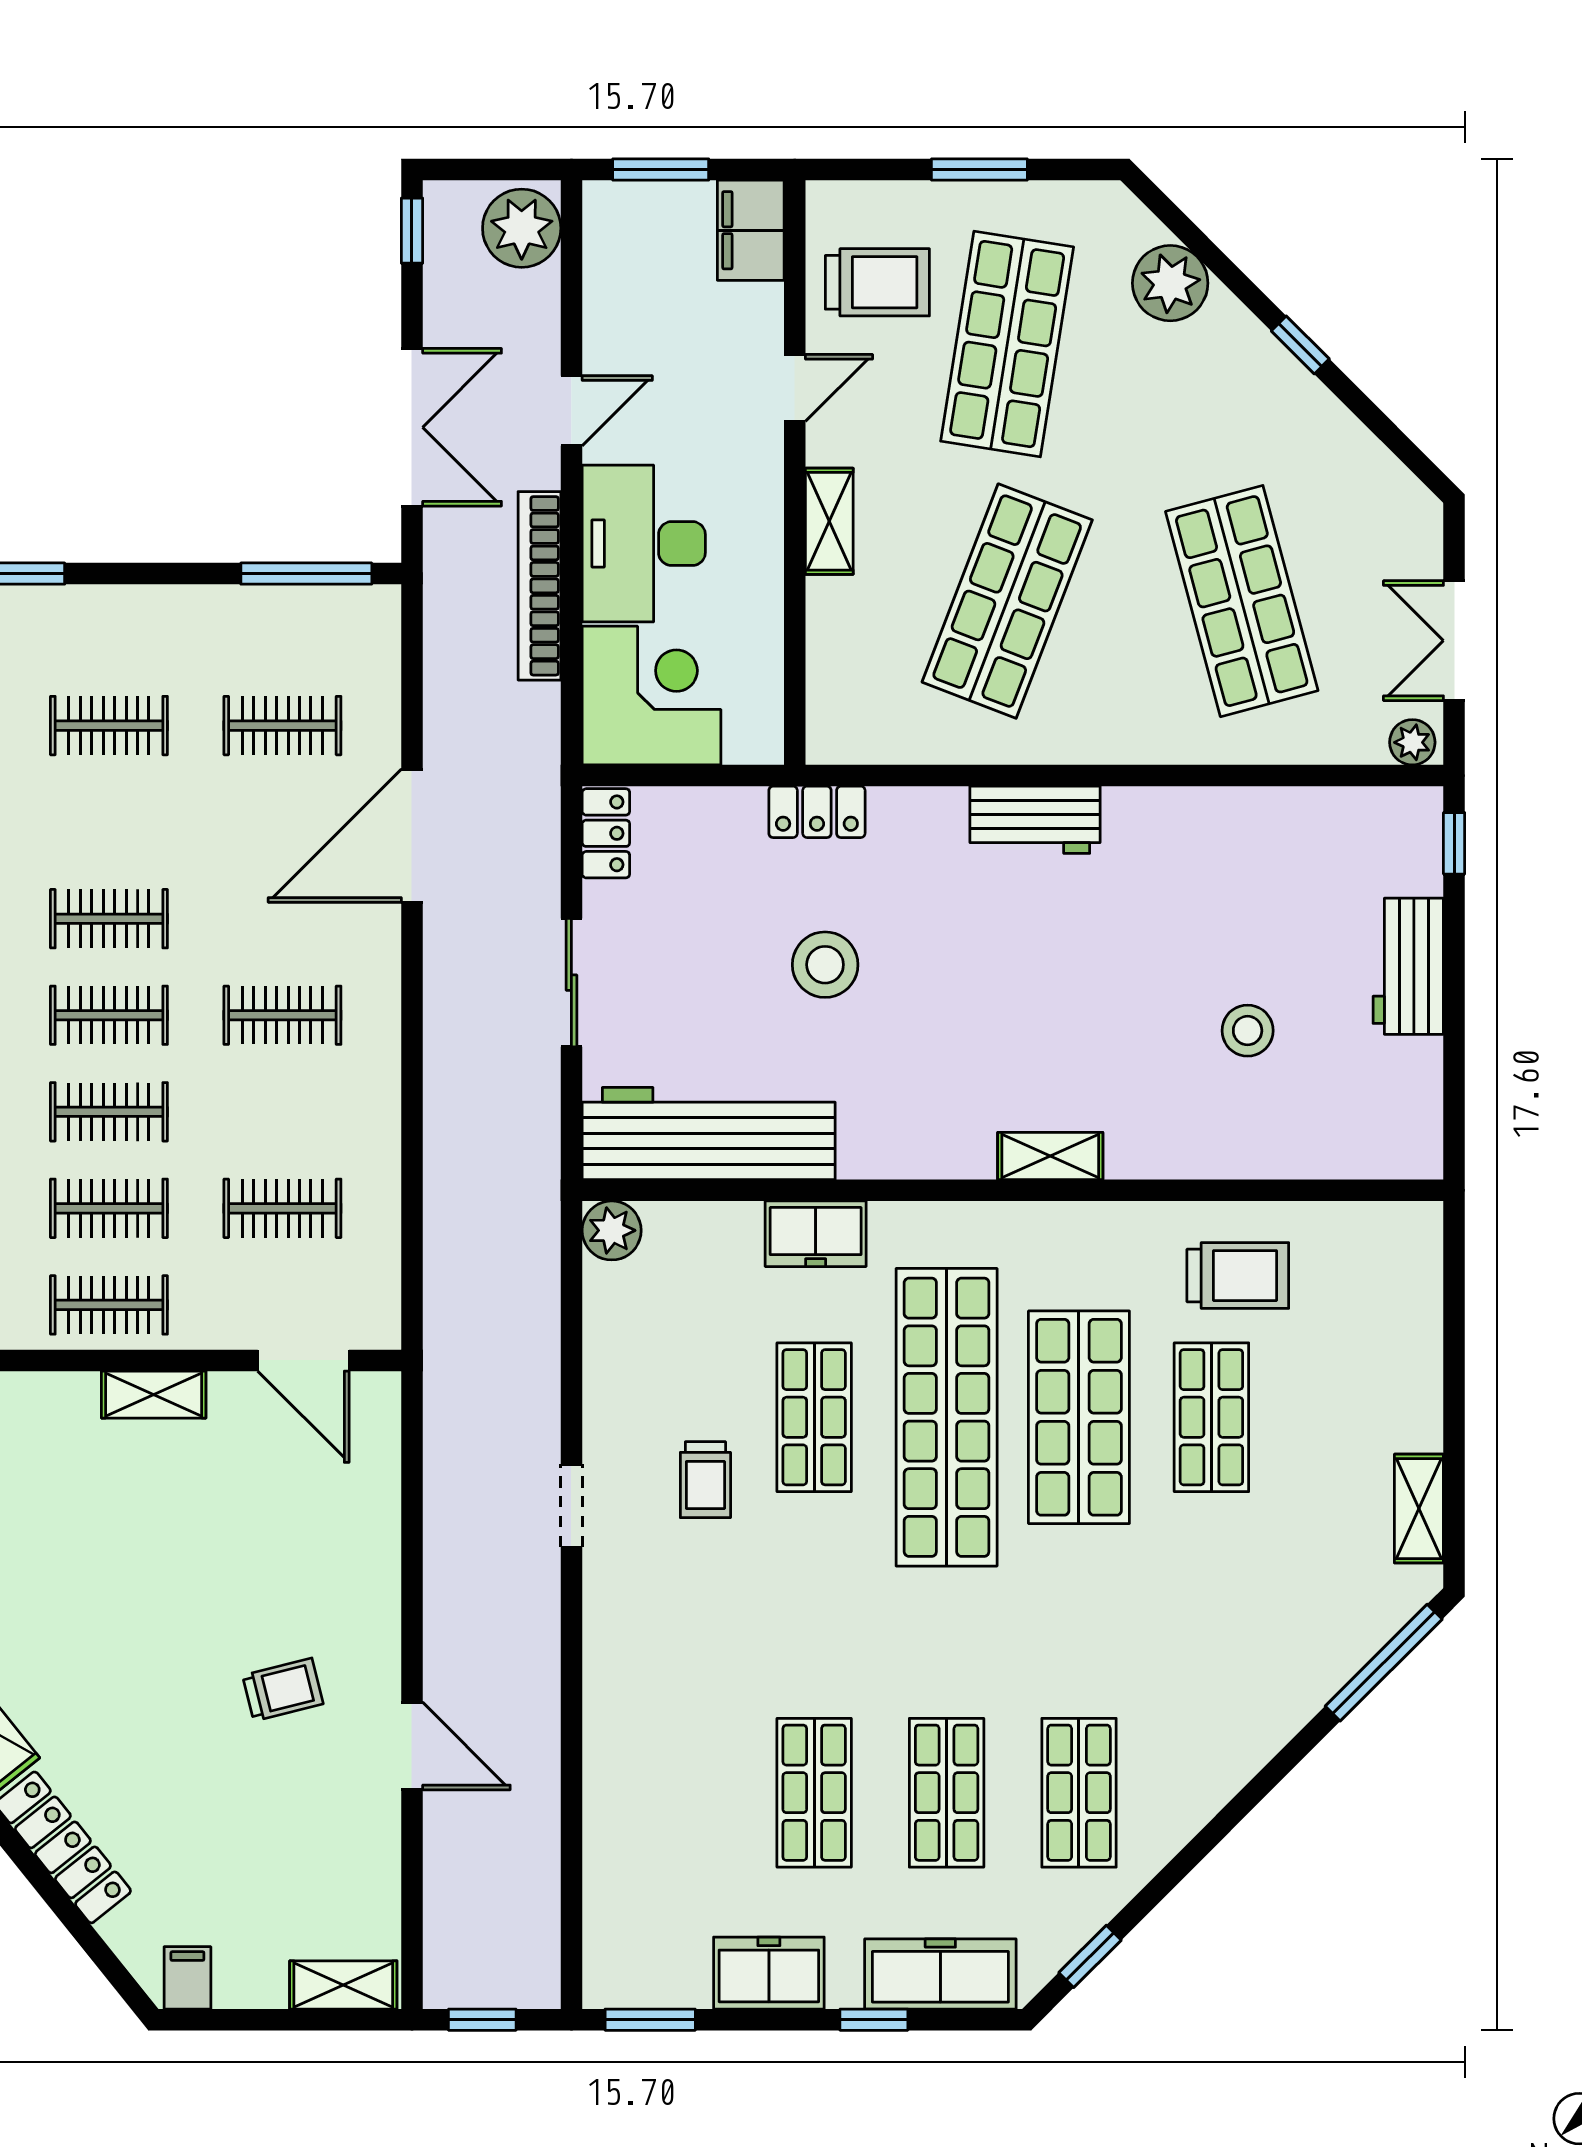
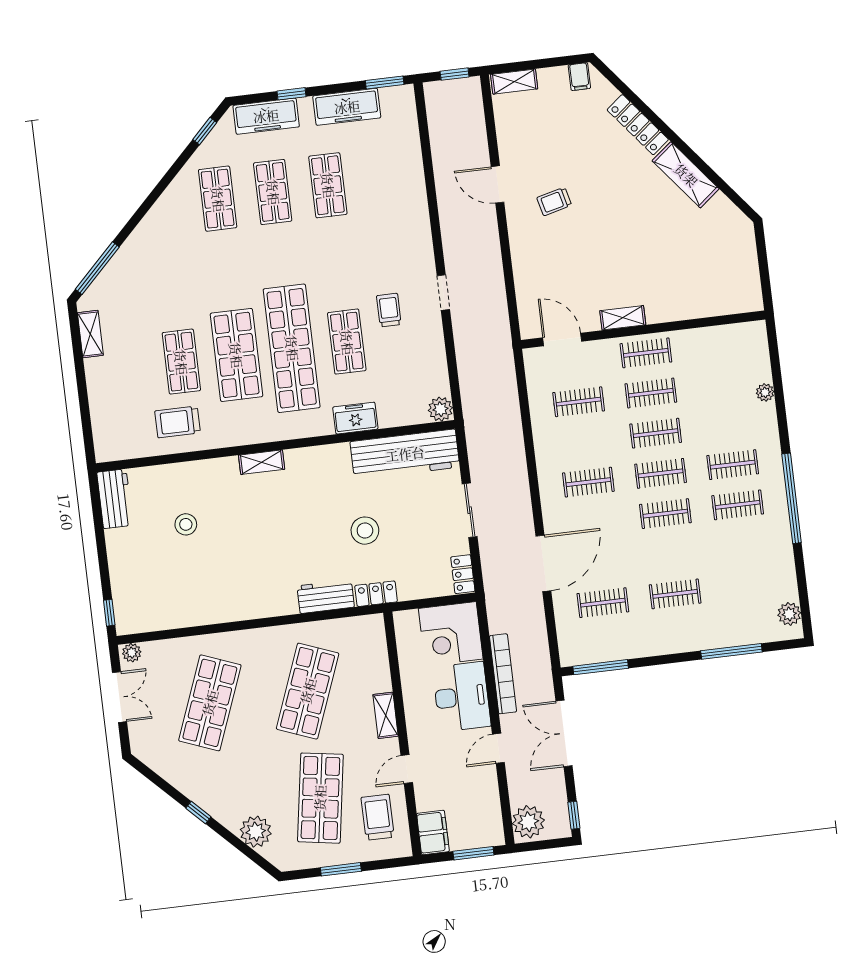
trolley: (877, 282) -> (378, 817), turned 90
shop shelf: (1242, 601) -> (210, 703), turned 36
workbench: (1035, 820) -> (326, 596), moved
workbench: (1408, 966) -> (115, 499), moved
freezer: (769, 1973) -> (347, 107), width x1.40

